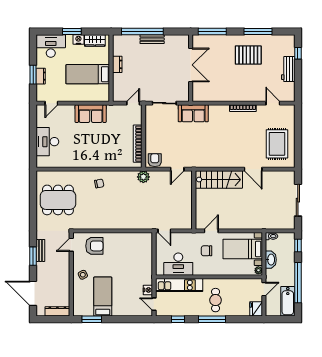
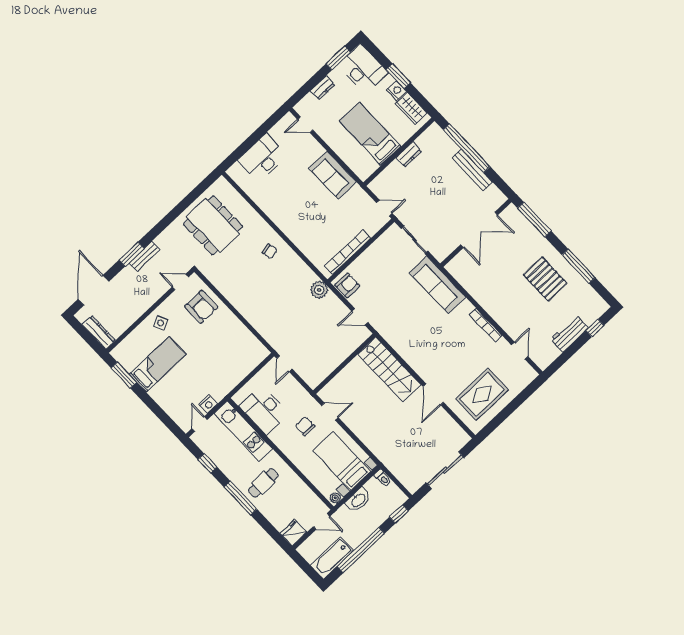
bench: (152, 39) -> (472, 170), width x1.36
window: (33, 75) -> (338, 58), moved
sofa: (193, 113) -> (437, 285), width x1.36

